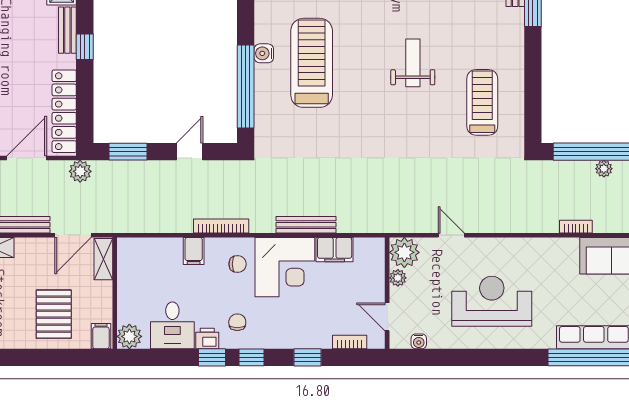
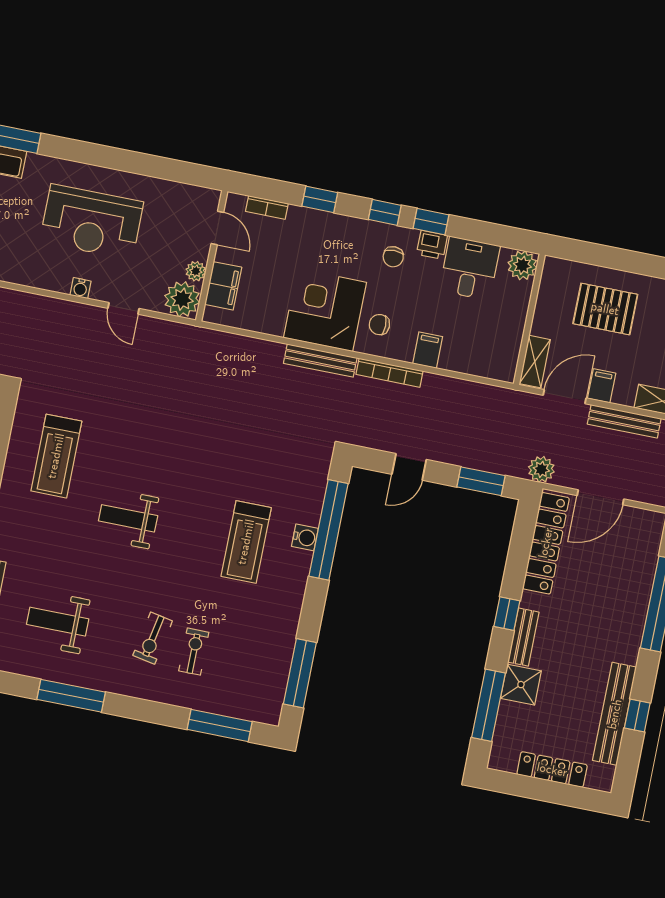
water cooler: (264, 53) -> (305, 537), moved
treadmill: (312, 63) -> (246, 542), width x0.73, depth x0.73
weight bench: (413, 63) -> (128, 518), turned 90
bench: (306, 225) -> (320, 360), moved
filing cabinet: (335, 250) -> (223, 286), moved, turned 90
pallet: (54, 314) -> (605, 309), turned 90
filing cabinet: (101, 336) -> (602, 386), moved, turned 180
water cooler: (419, 341) -> (80, 288), moved, turned 180

